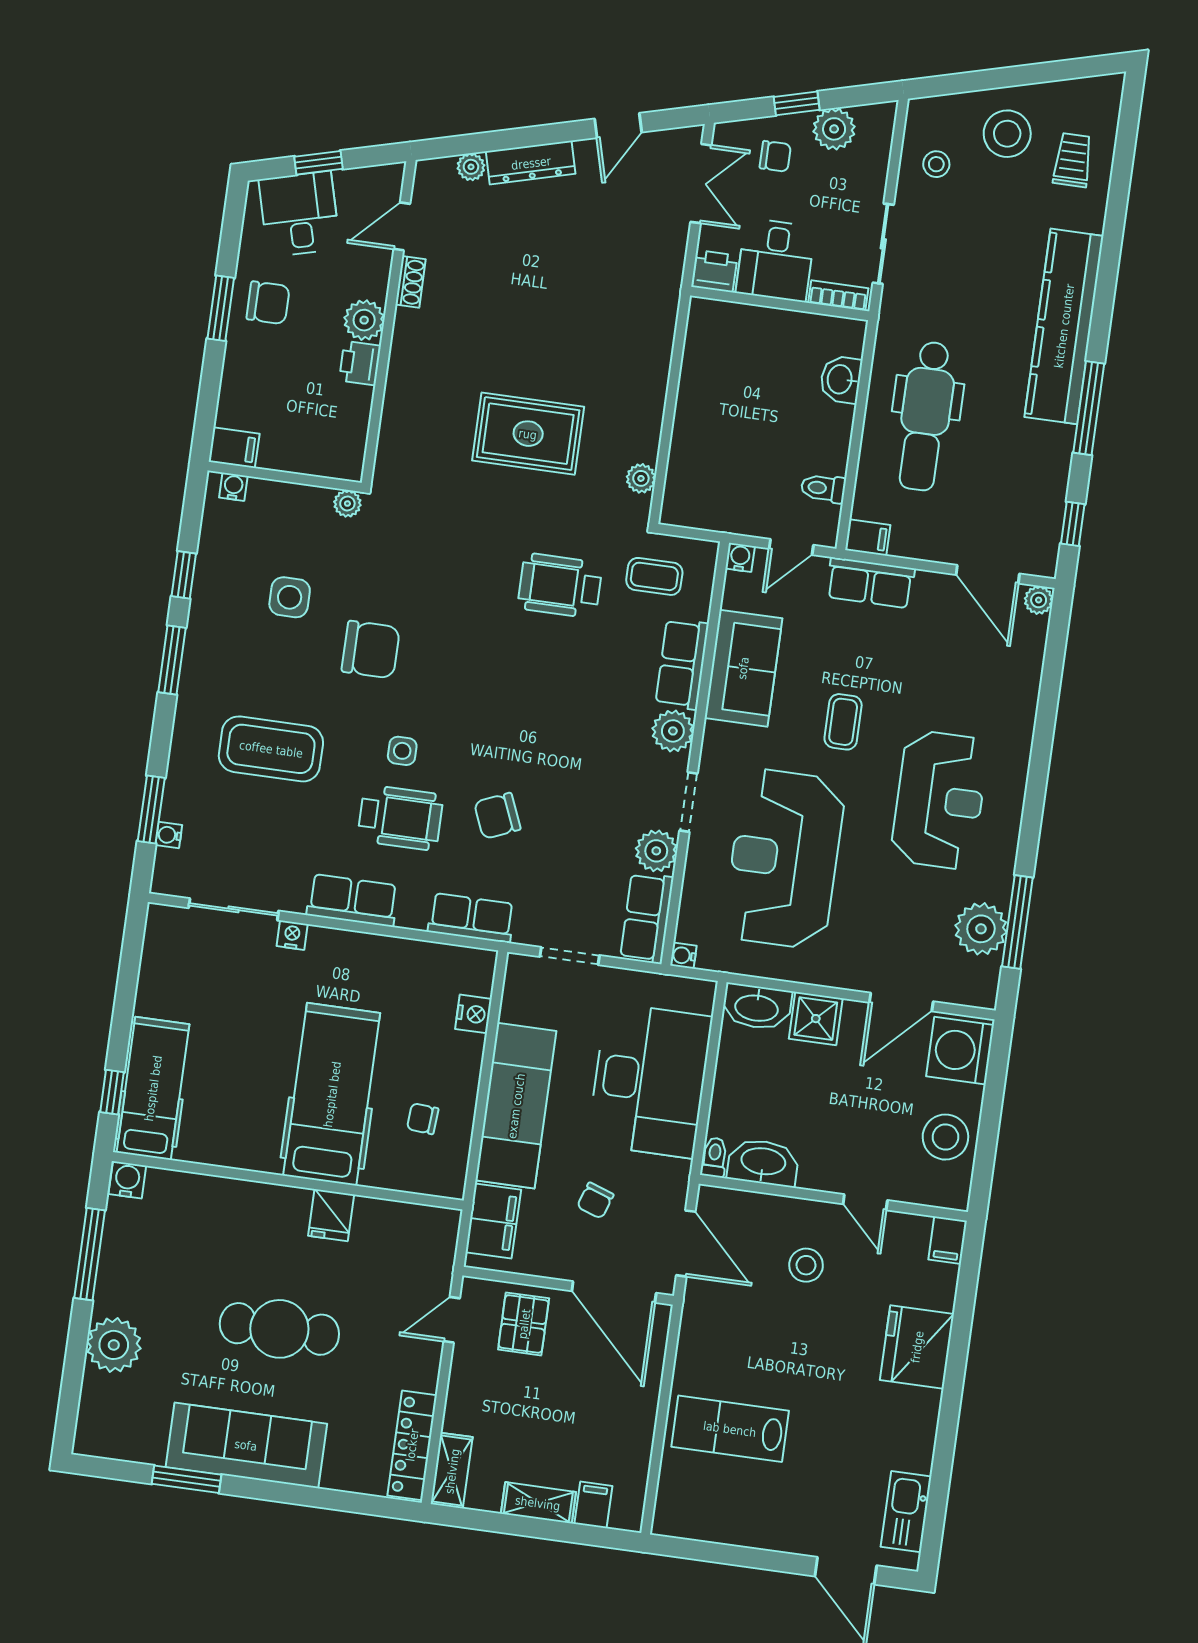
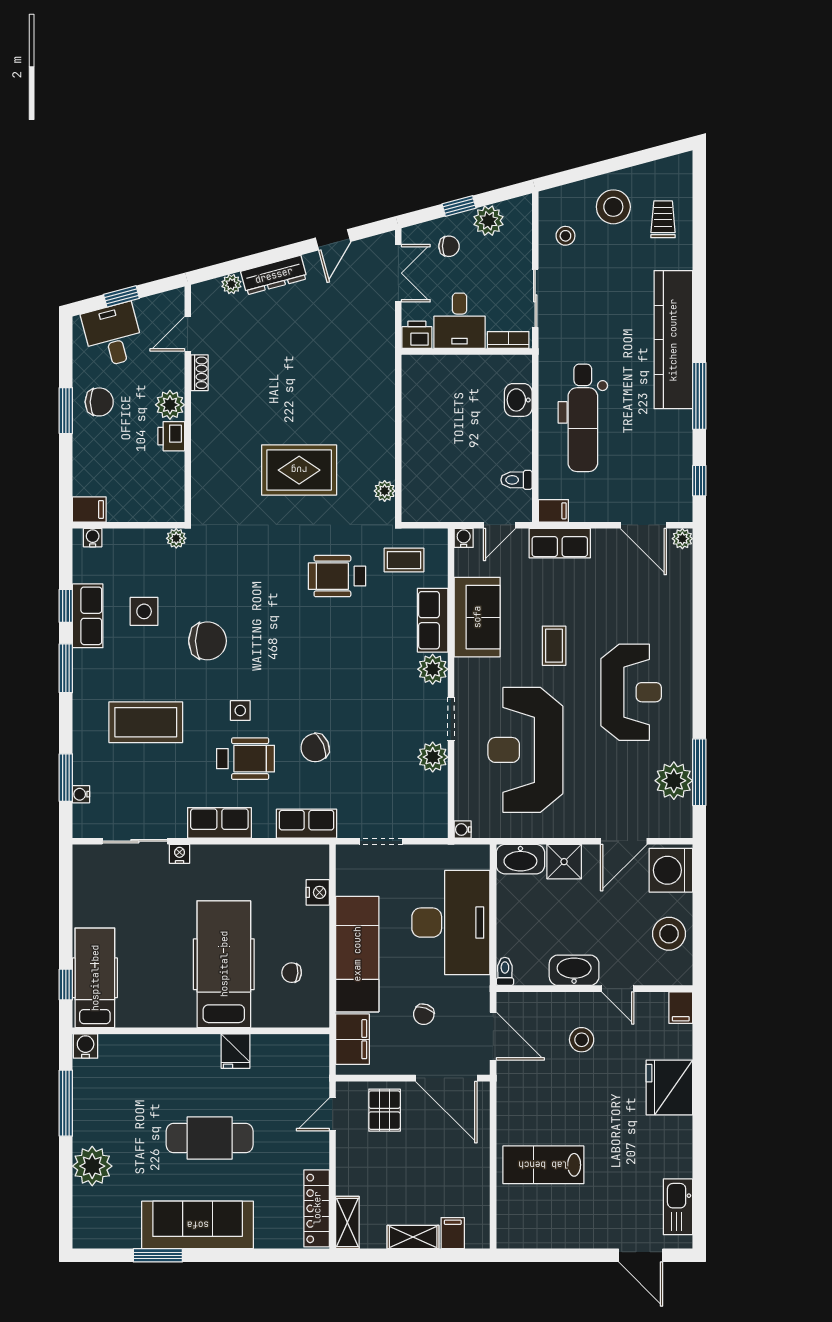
row of seats: (647, 918) -> (88, 616), moved, turned 180
washbasin: (763, 1162) -> (574, 970), moved

